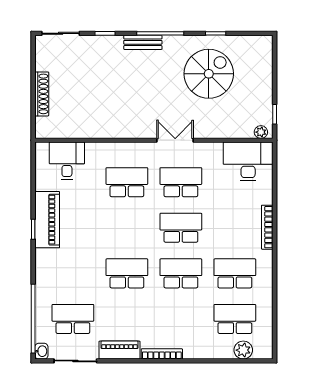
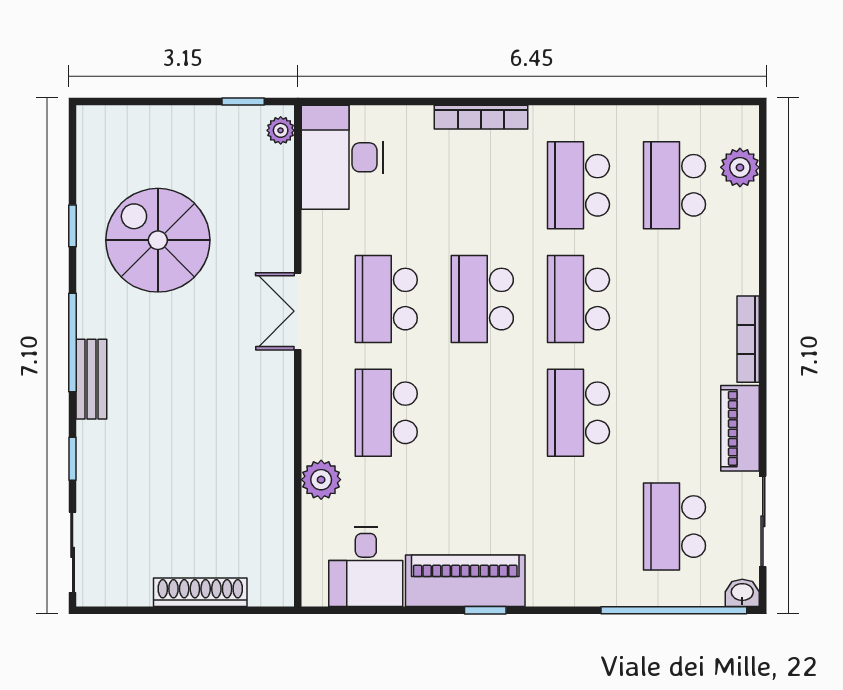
plant: (95, 151) -> (321, 480), added
desk: (67, 161) -> (366, 567), moved, turned -90

